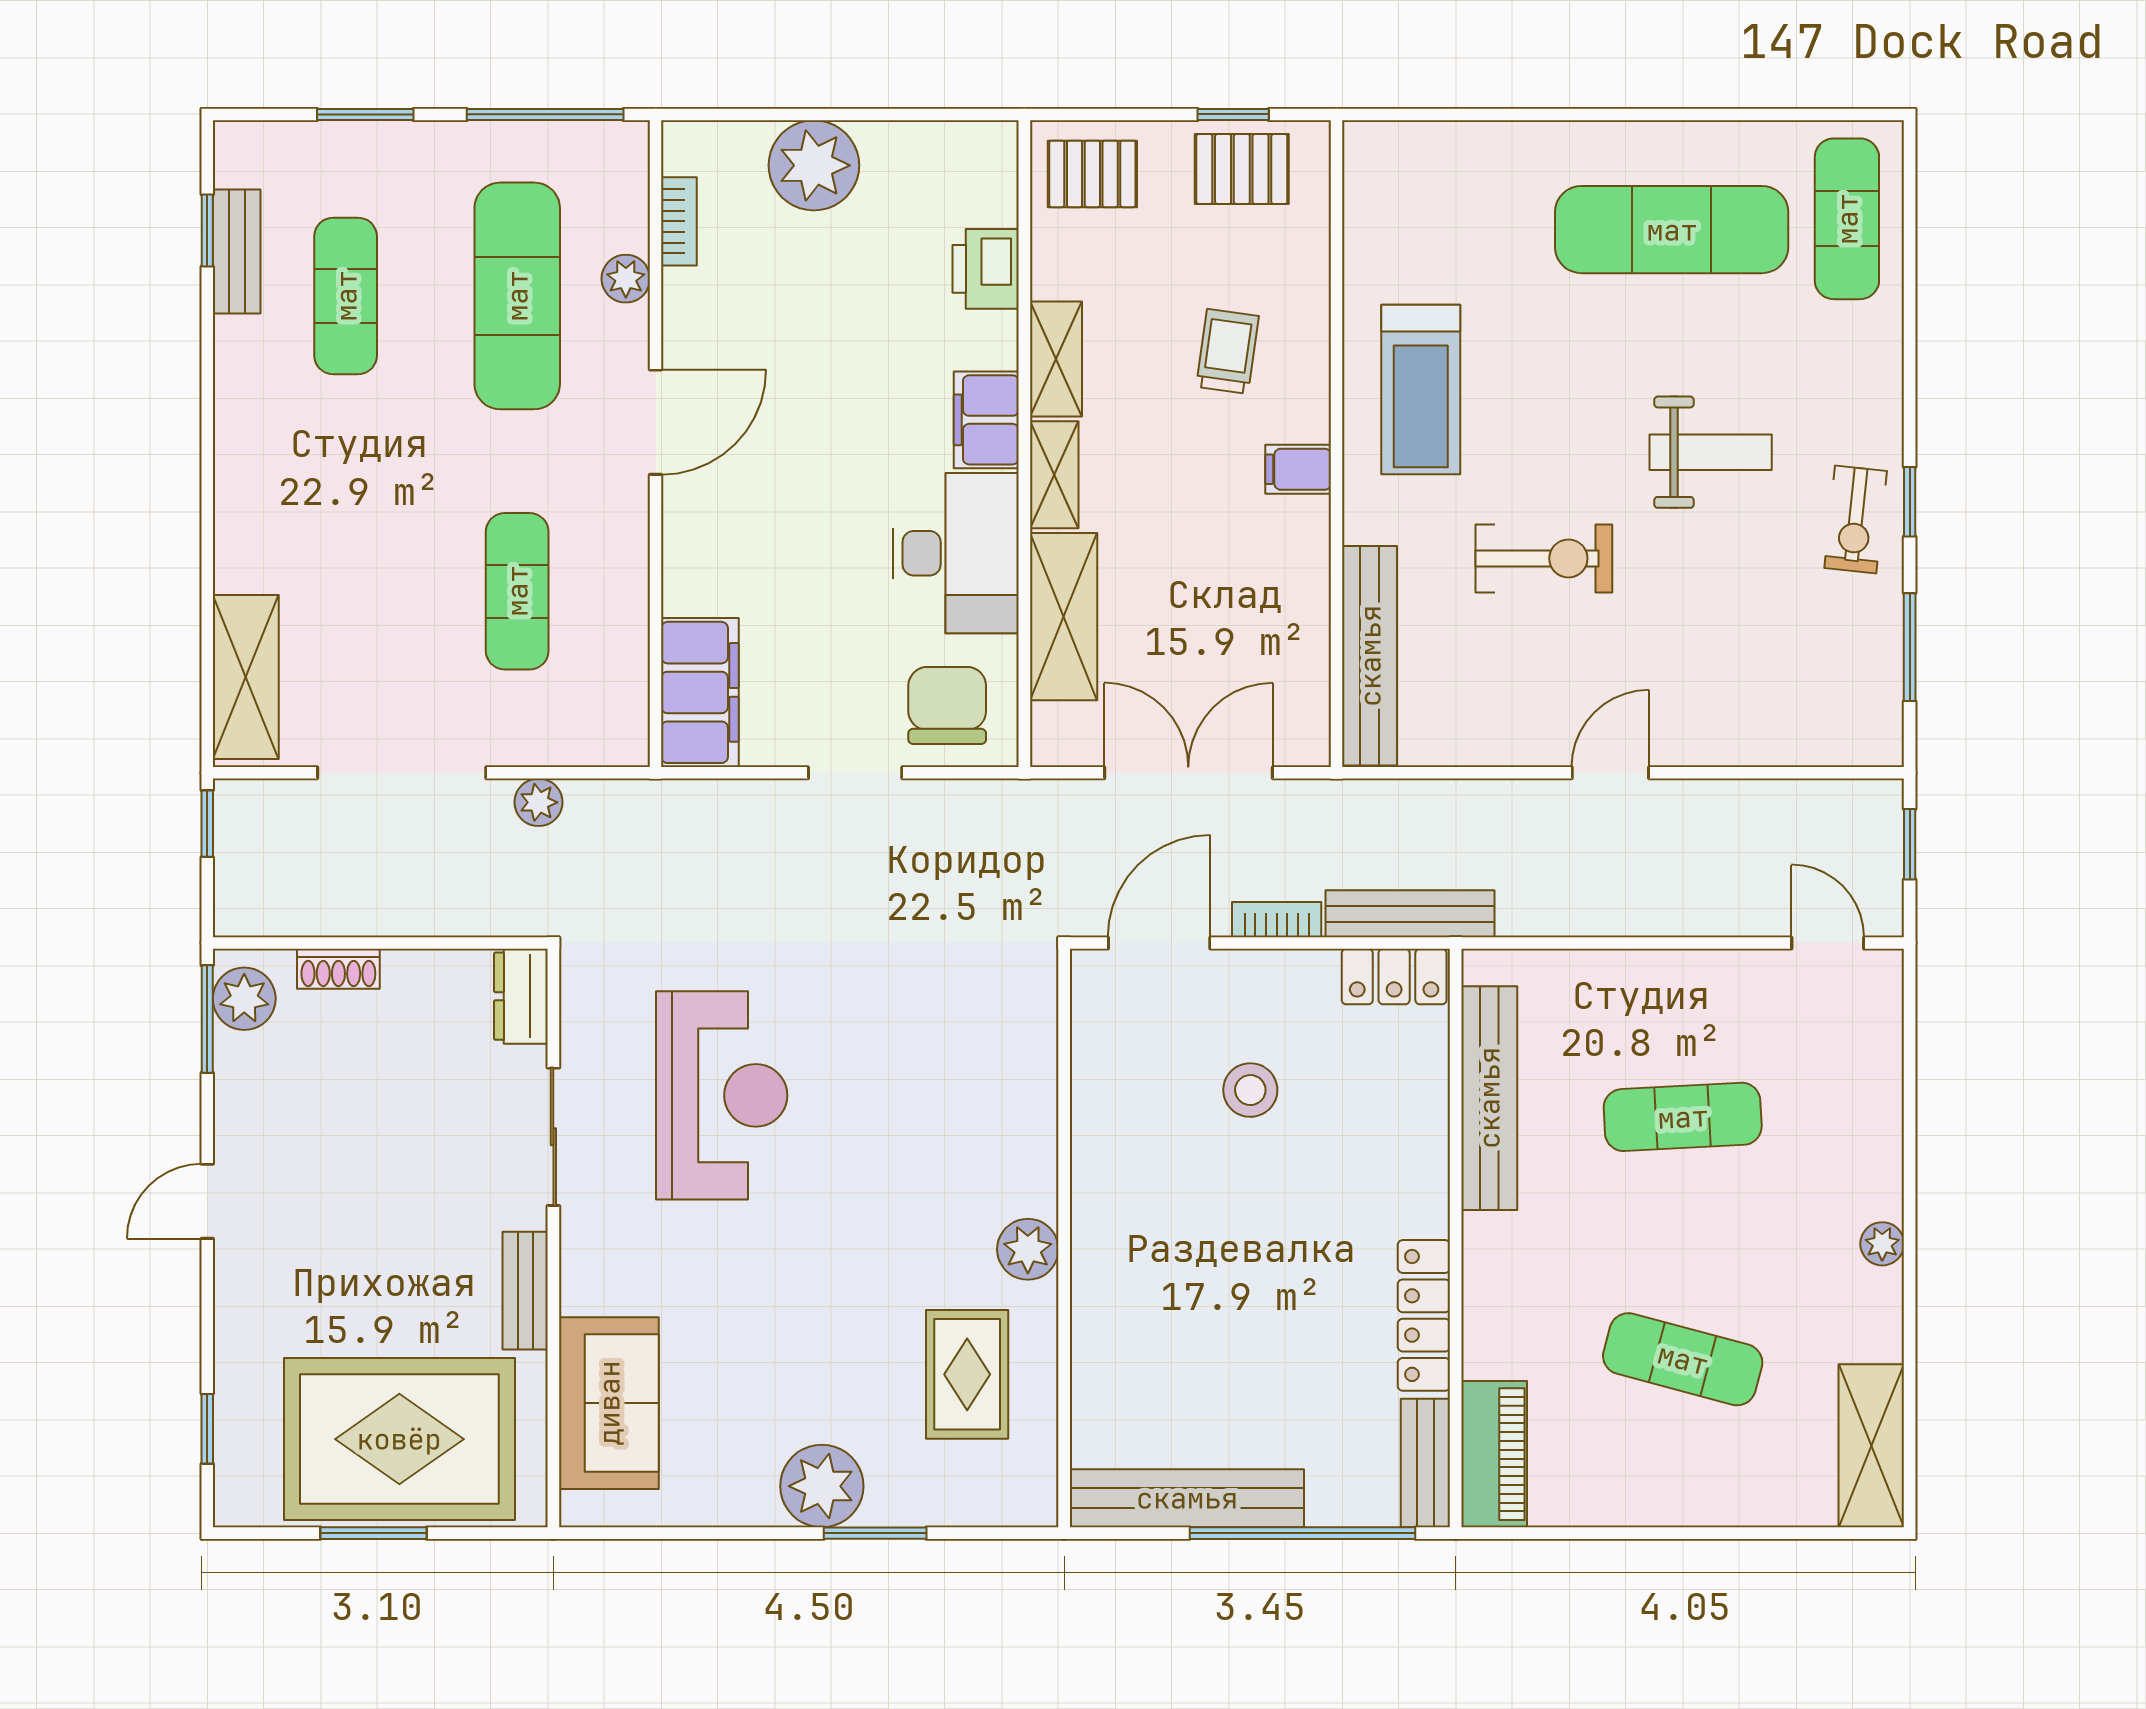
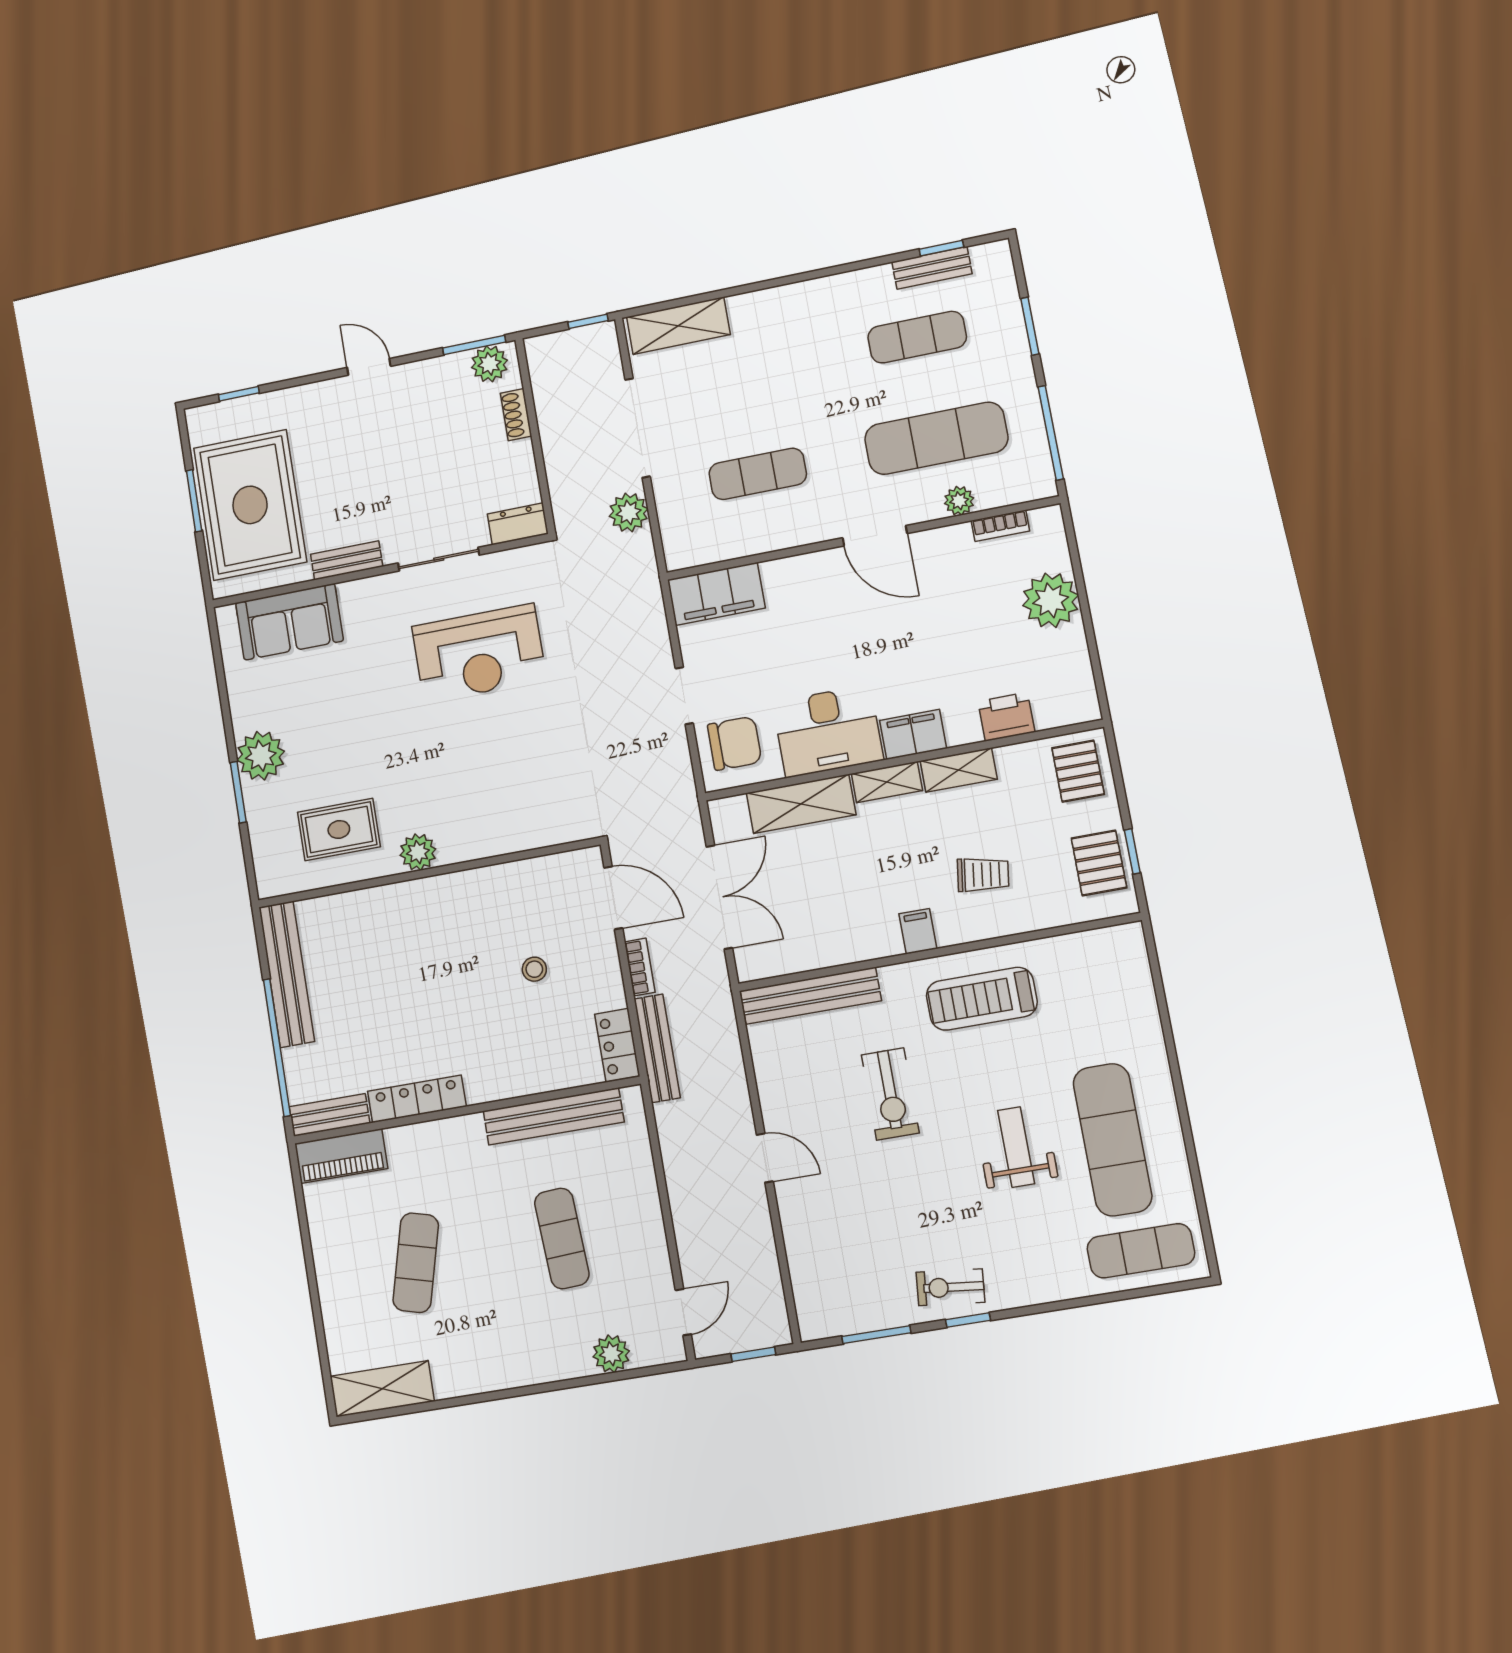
weight bench: (1711, 452) -> (1016, 1147), moved, turned 180
plant: (539, 802) -> (629, 512), width x1.38, depth x1.38
stool: (1250, 1090) -> (534, 969), width x0.73, depth x0.73
plant: (1882, 1244) -> (611, 1354), moved, width x1.38, depth x1.38

